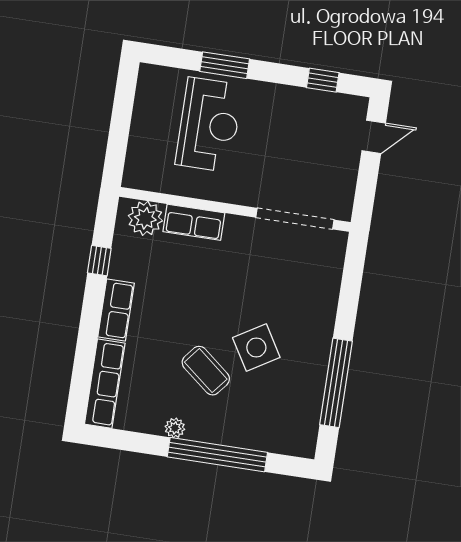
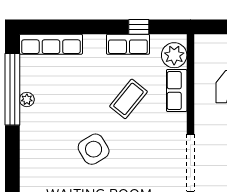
row of seats: (116, 310) -> (128, 44), moved
coffee table: (206, 371) -> (128, 99), moved
window: (217, 455) -> (12, 89), moved

